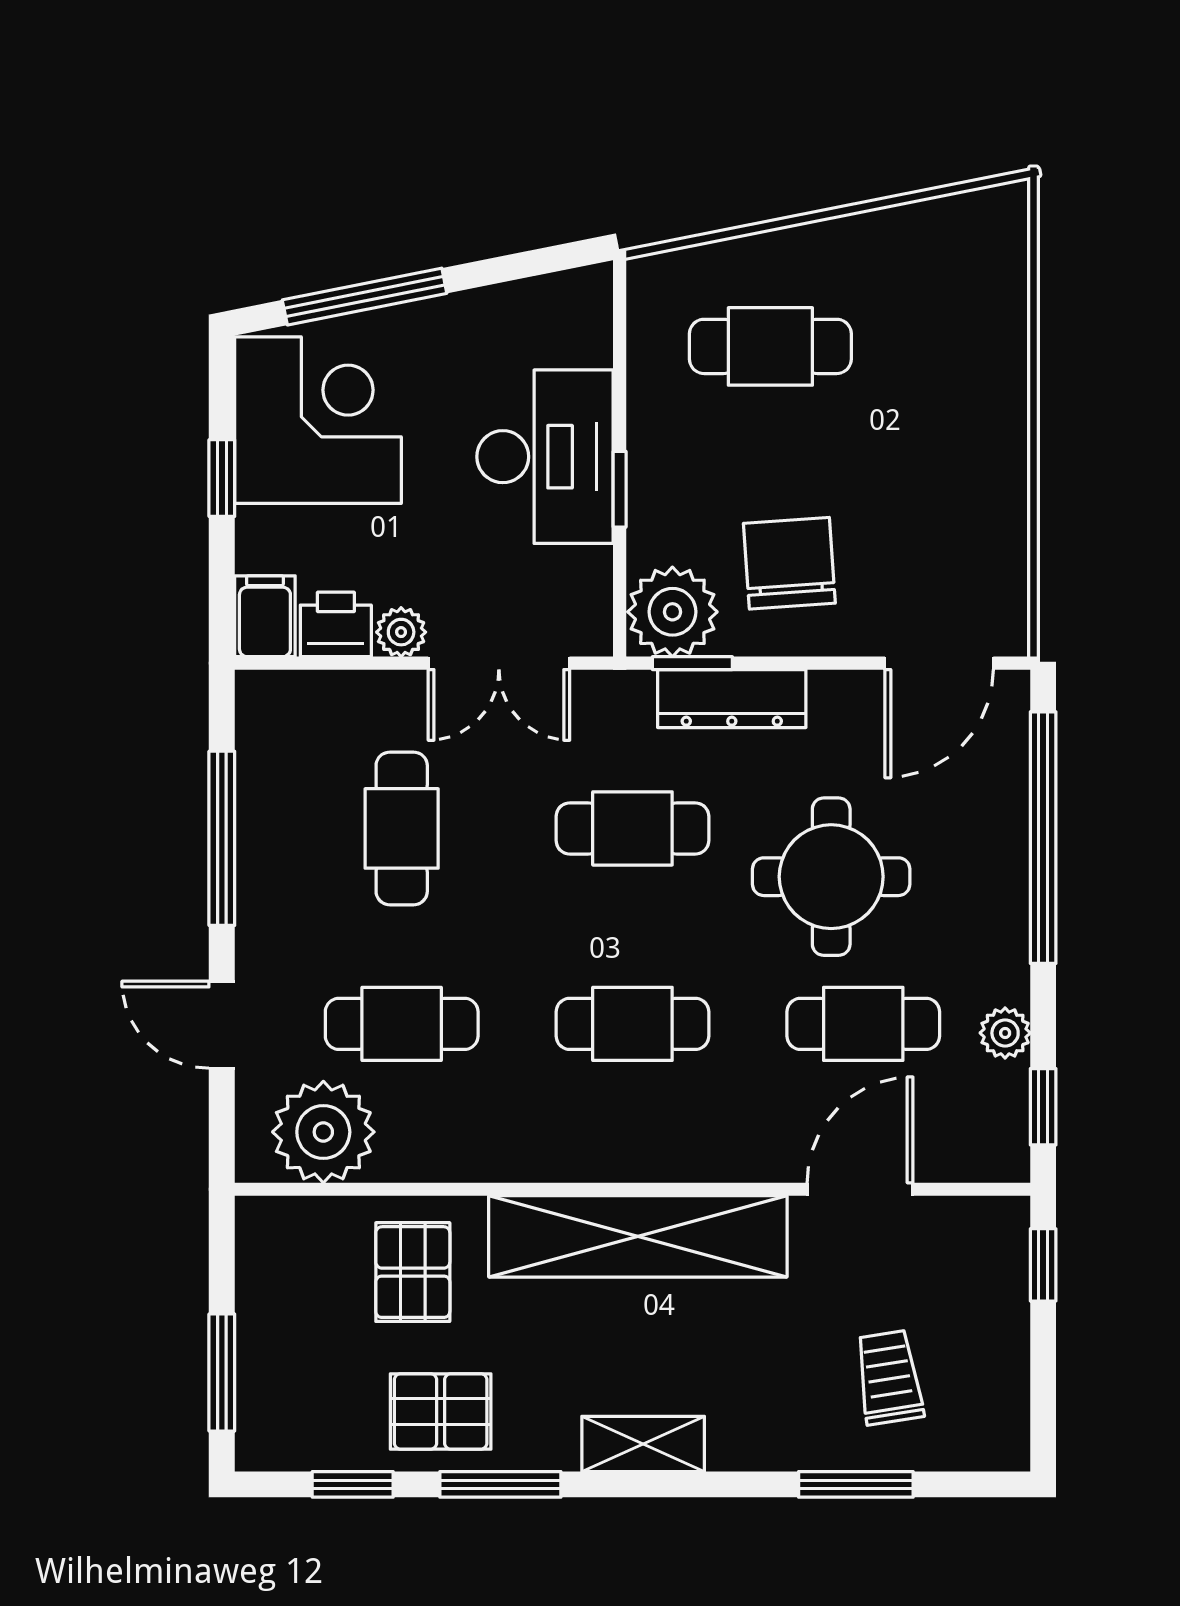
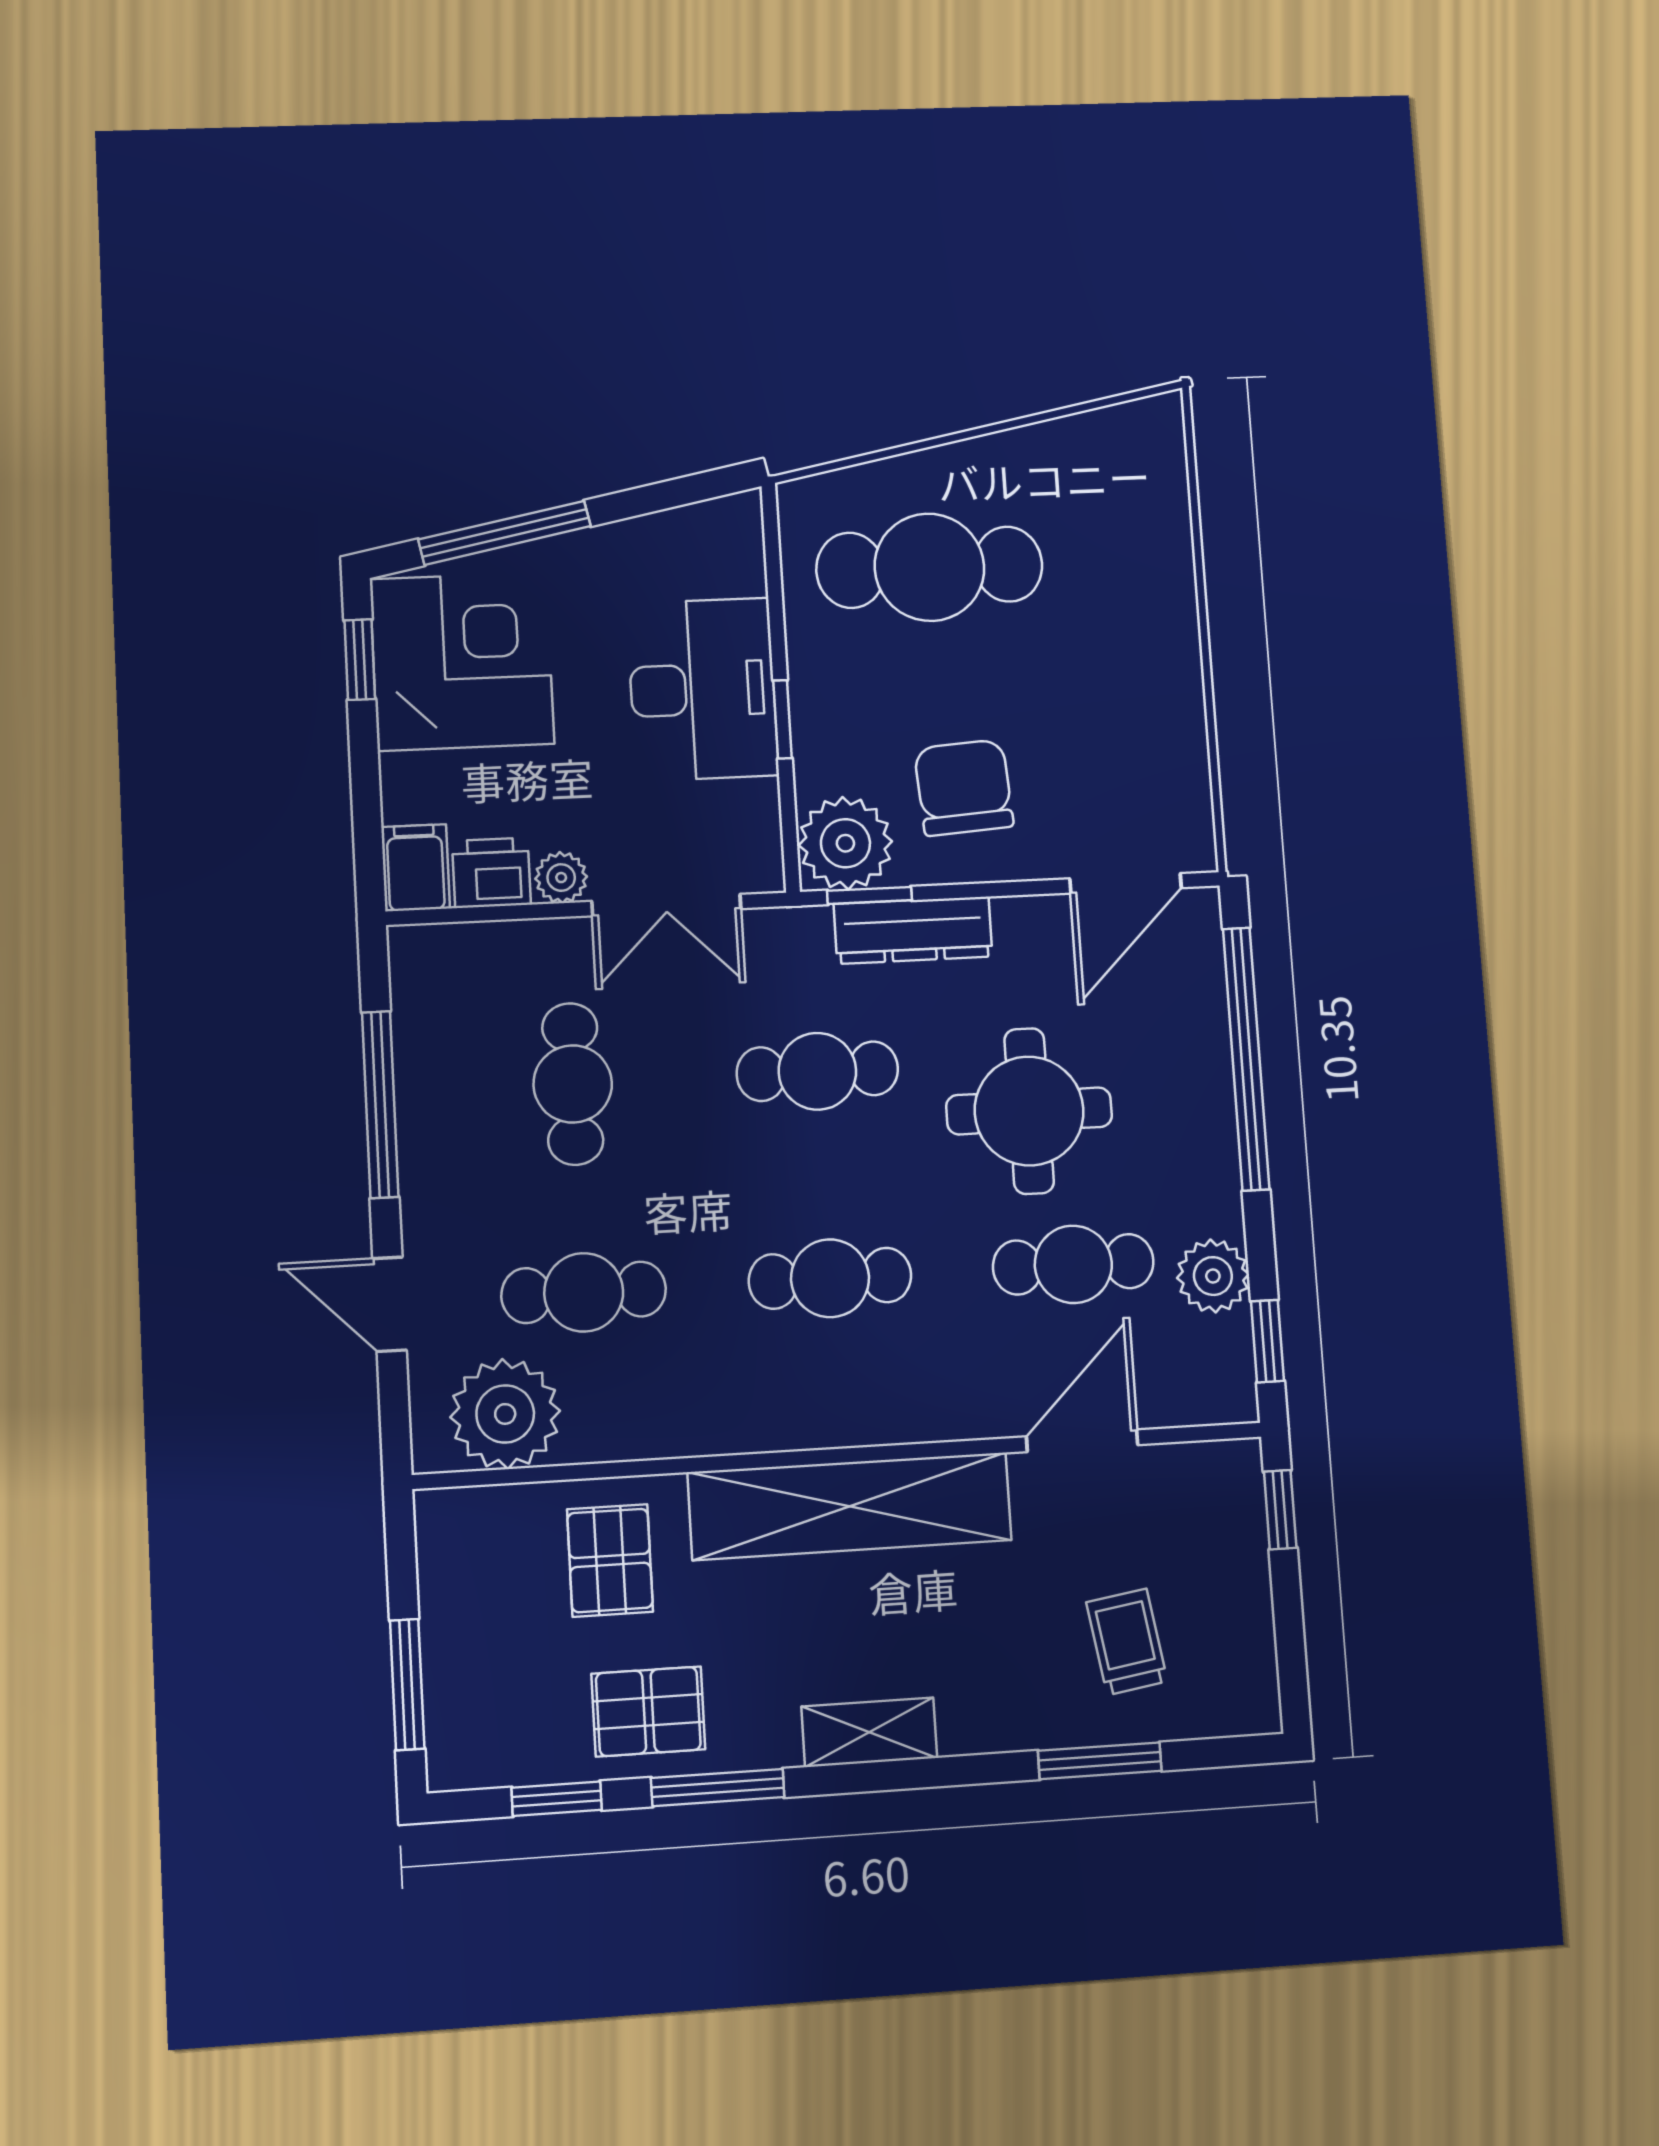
cafe table: (770, 346) -> (929, 567), width x1.37, depth x1.35
window: (222, 478) -> (360, 660), moved
plant: (1005, 1033) -> (1213, 1276), width x1.38, depth x1.38

